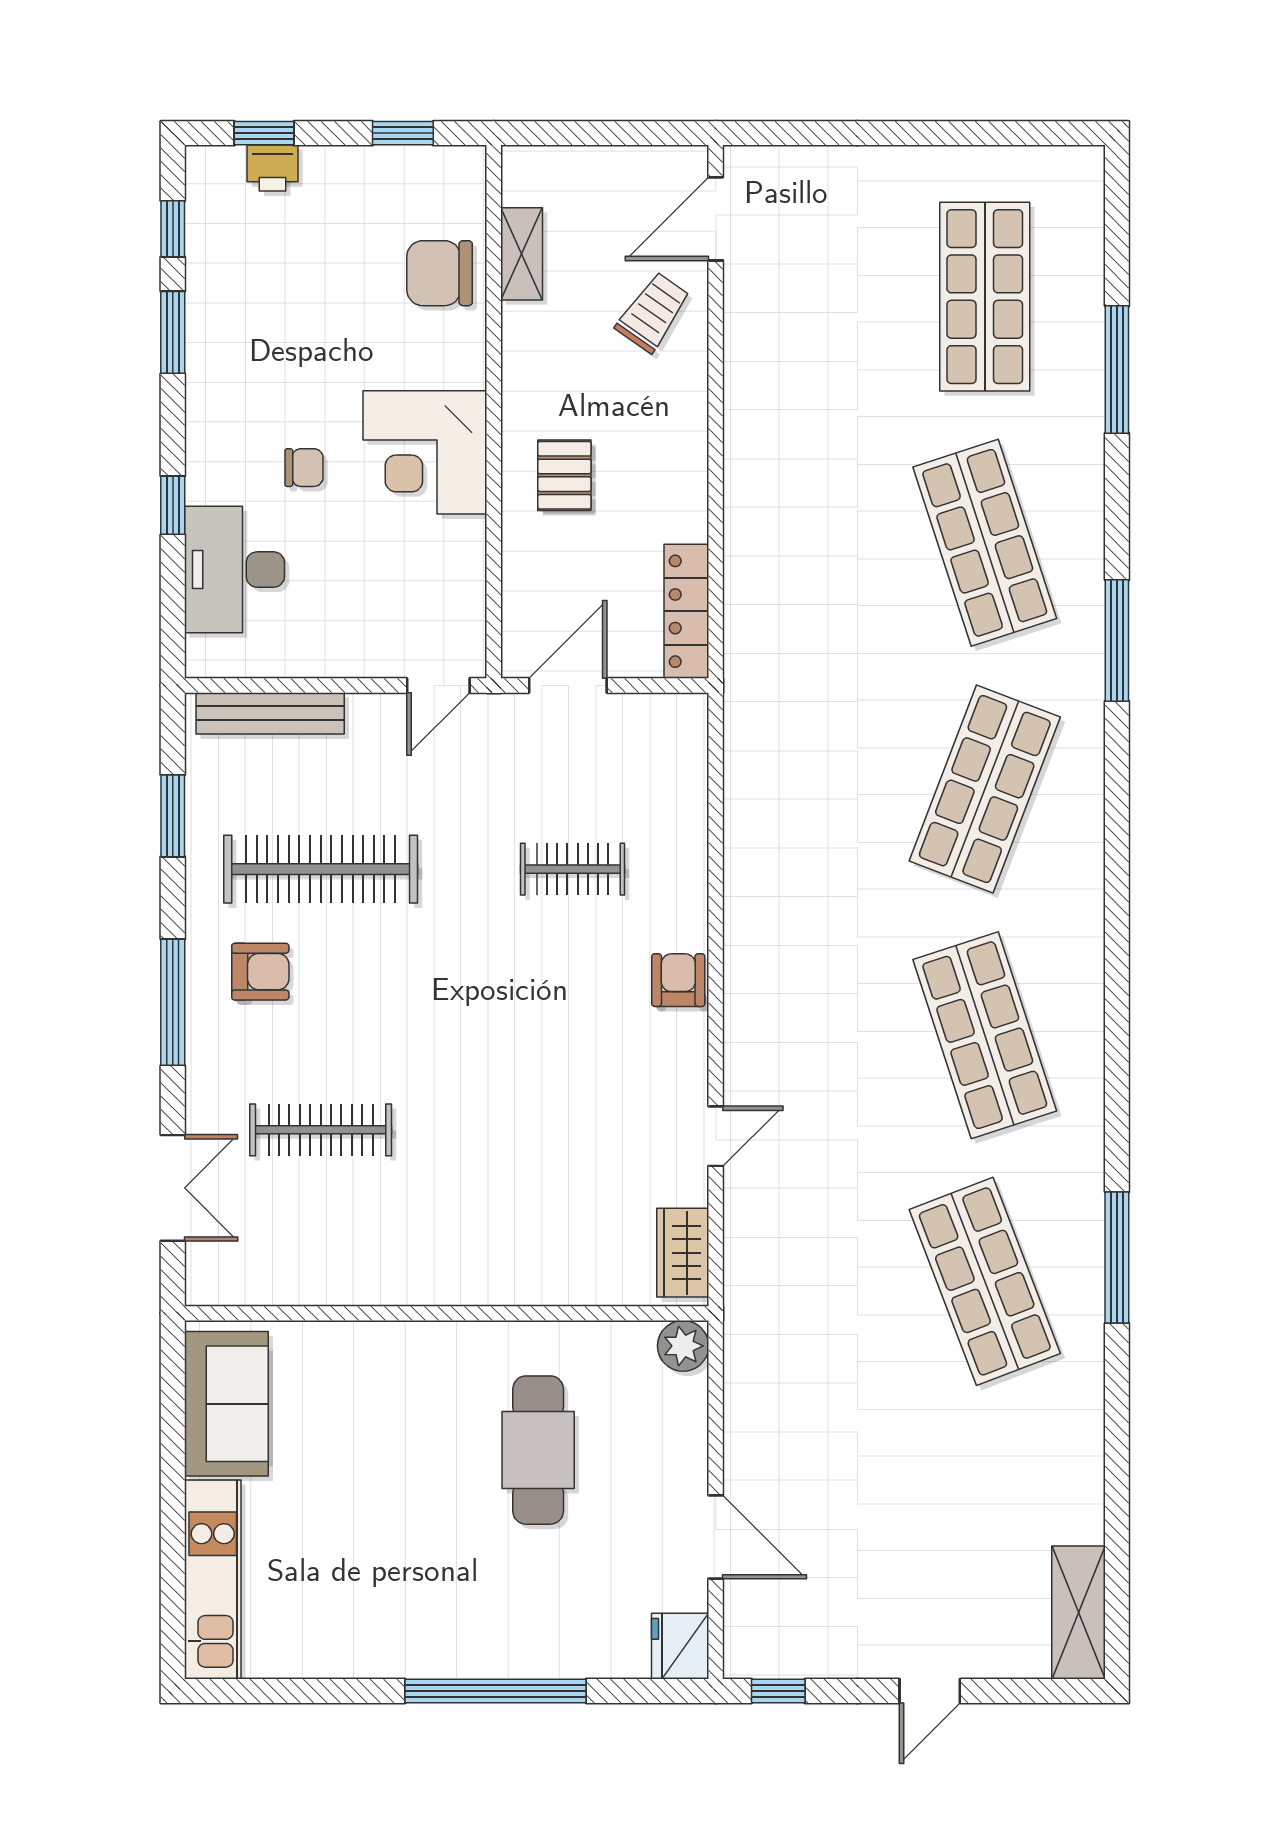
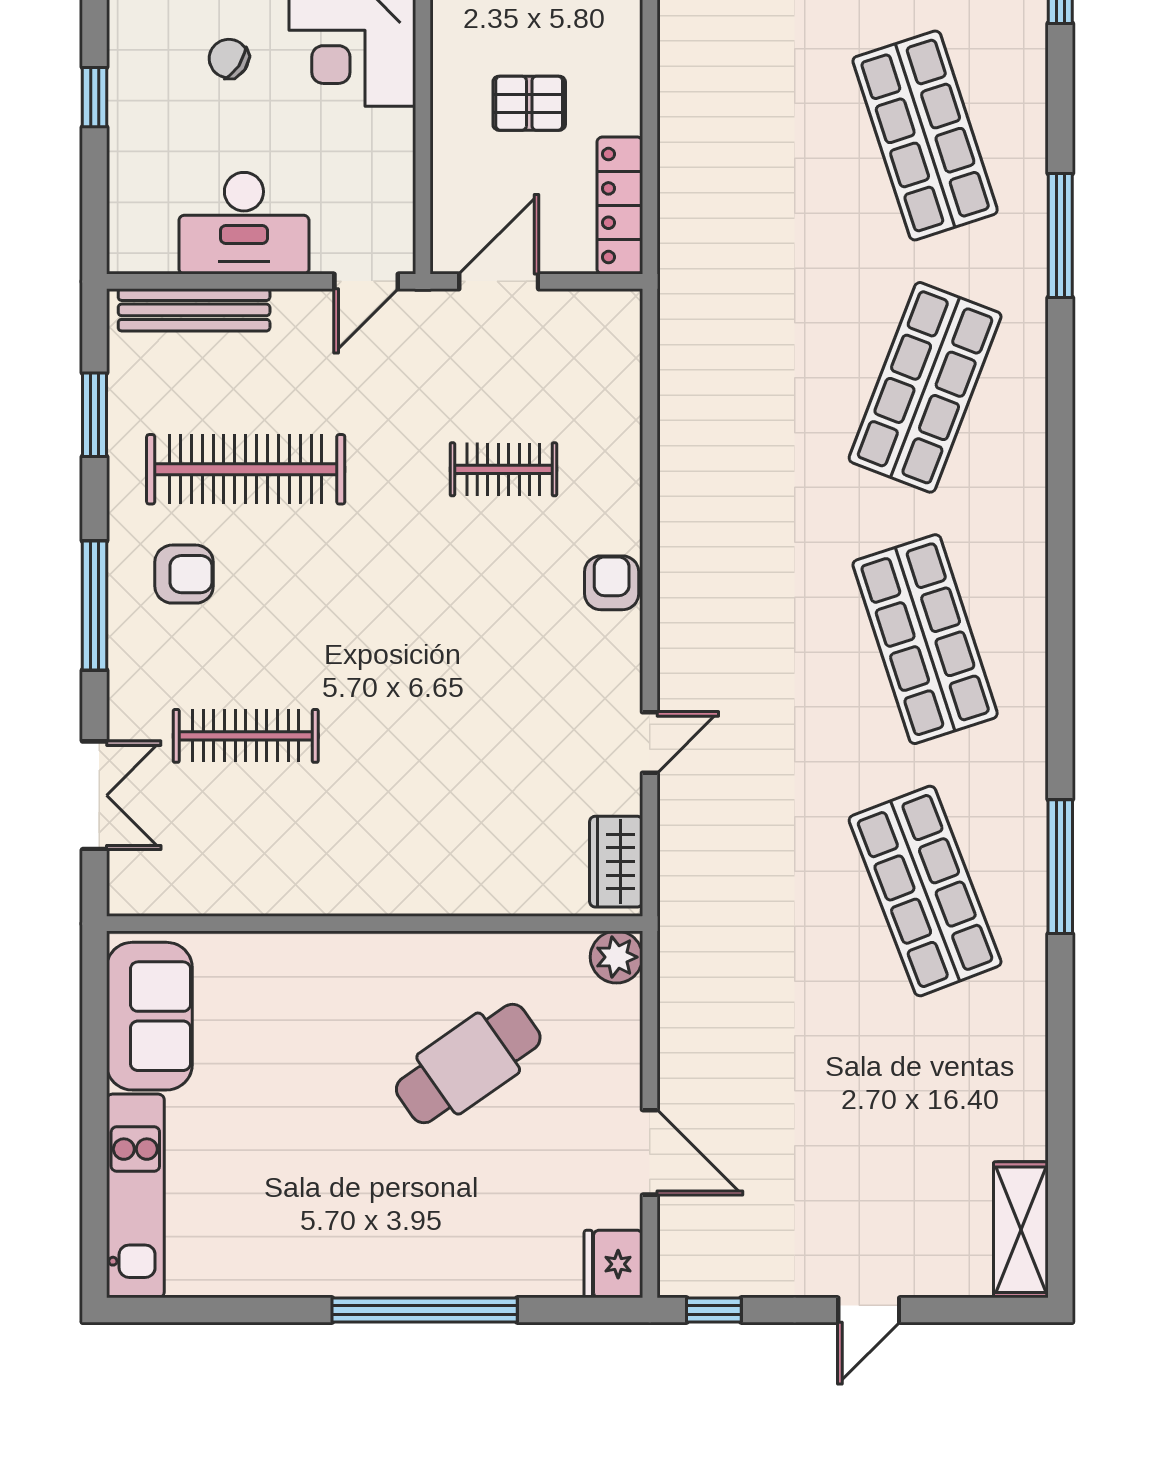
chair: (304, 468) -> (229, 59), turned -146
pallet: (564, 475) -> (529, 103), moved, turned 90
desk: (234, 570) -> (244, 223), moved, turned -90
cafe table: (538, 1450) -> (468, 1064), turned 55

